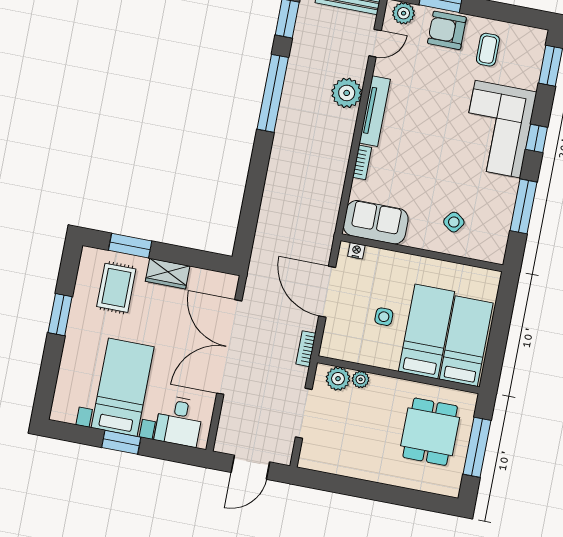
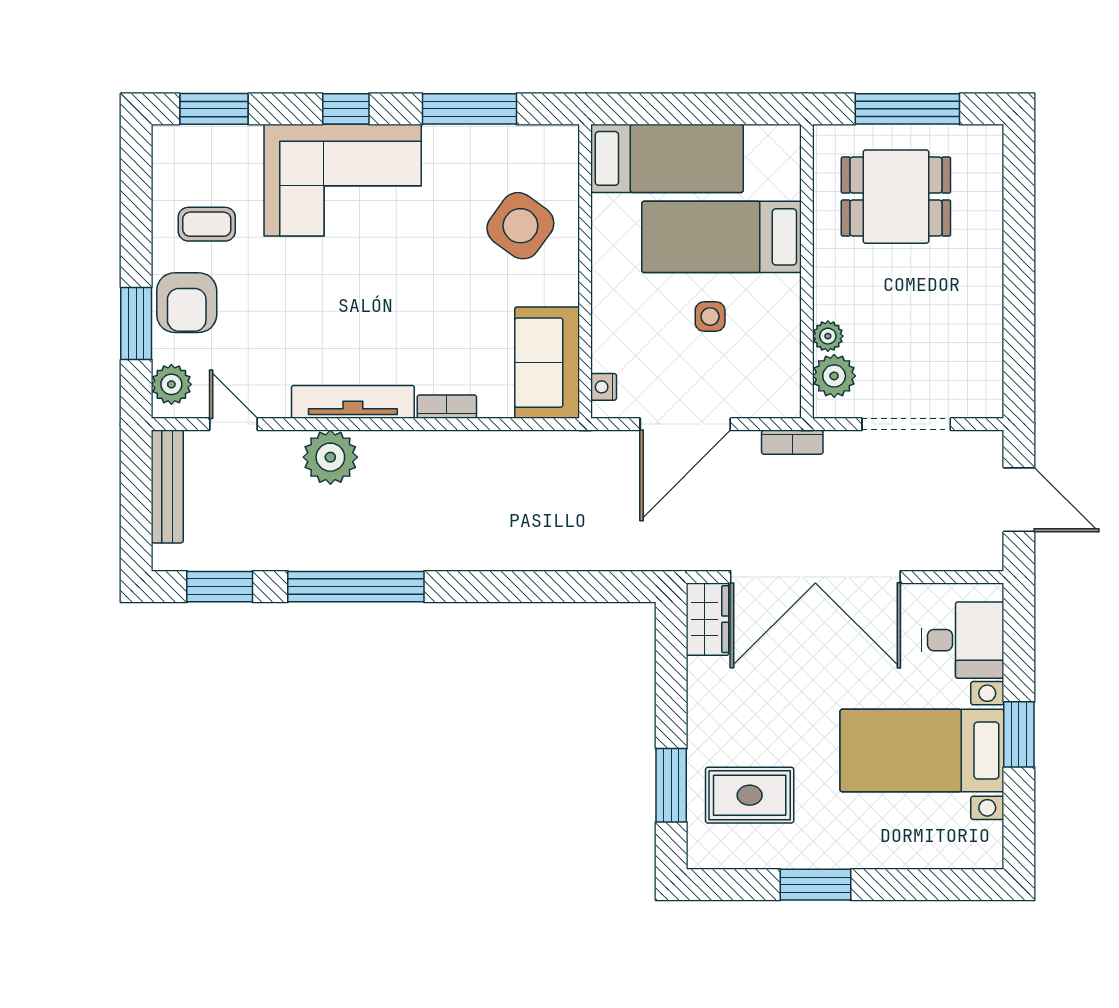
side table: (454, 222) -> (520, 226), width x1.87, depth x1.87
wardrobe: (168, 274) -> (708, 619), moved
bed: (466, 341) -> (667, 158), moved, turned 180

